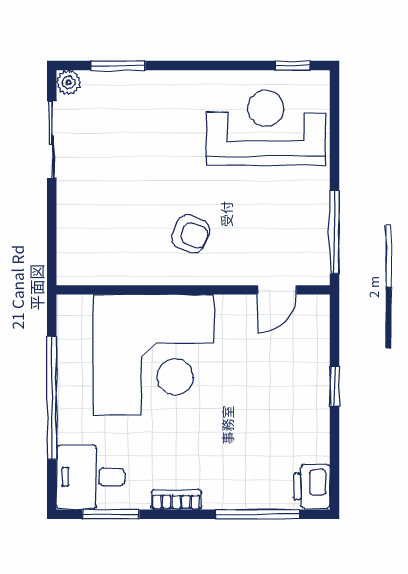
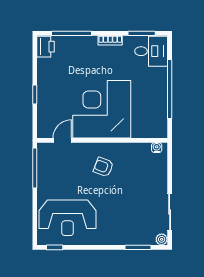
water cooler: (79, 275) -> (157, 148), added
corner desk: (154, 355) -> (102, 109), moved

